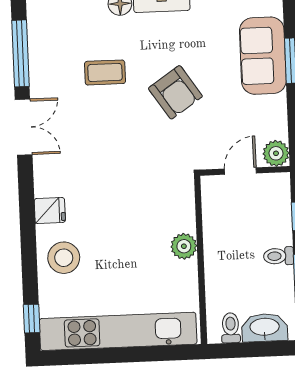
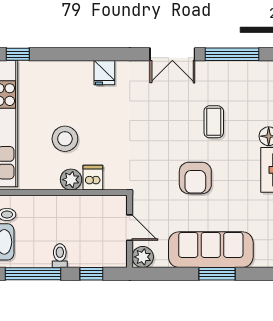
sofa: (263, 56) -> (211, 250), width x1.36
armchair: (175, 92) -> (195, 178), turned -56
dishwasher: (180, 219) -> (93, 178), added
stool: (64, 258) -> (65, 139), moved

